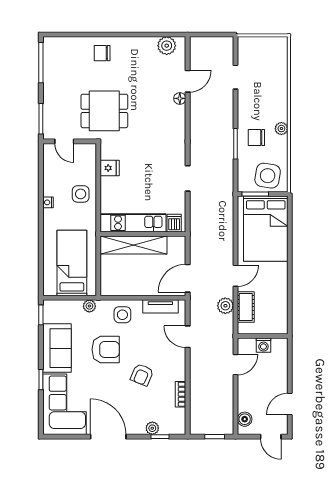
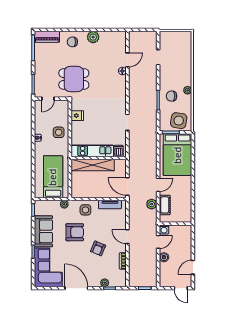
piano: (62, 45) -> (47, 37), added
plant: (167, 46) -> (93, 37), moved
door: (64, 141) -> (48, 99), hinge flipped
door: (188, 278) -> (127, 186), hinge flipped
door: (188, 337) -> (127, 237), moved
washing machine: (263, 345) -> (164, 229), moved
boiler: (245, 419) -> (164, 257), moved

